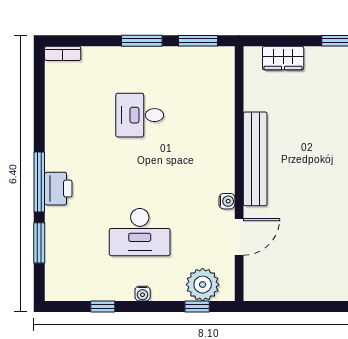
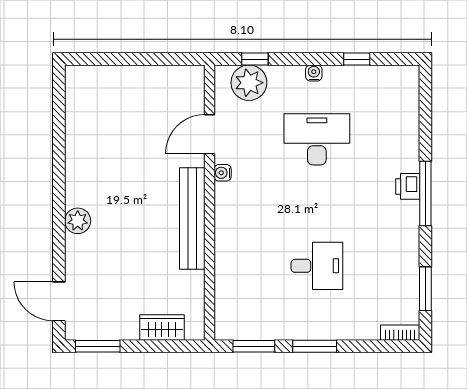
printer: (58, 189) -> (408, 186), width x0.73, depth x0.81
window: (39, 243) -> (425, 289), moved

